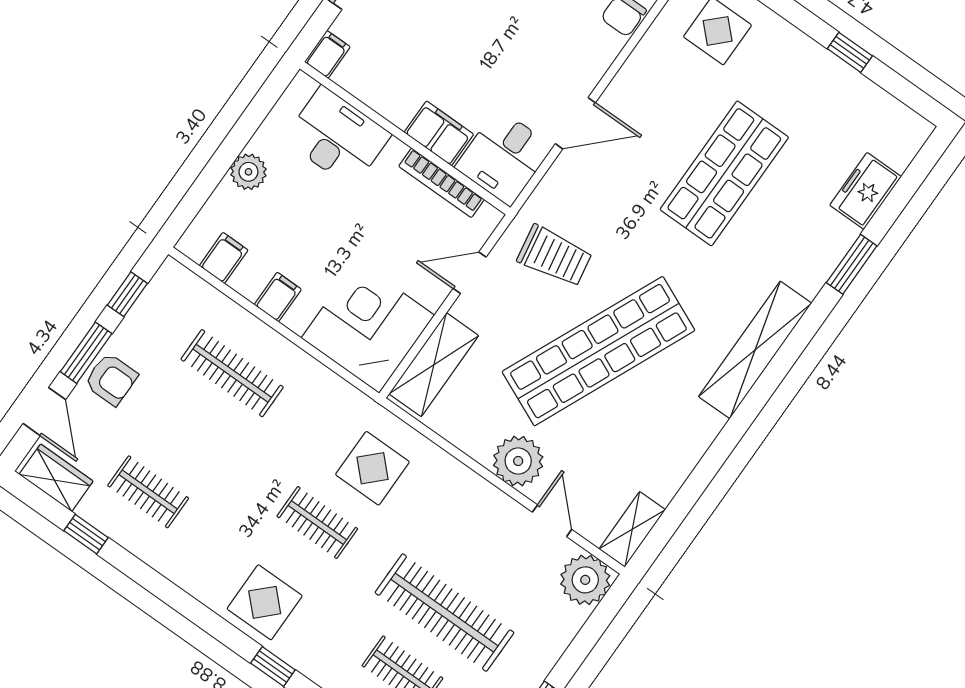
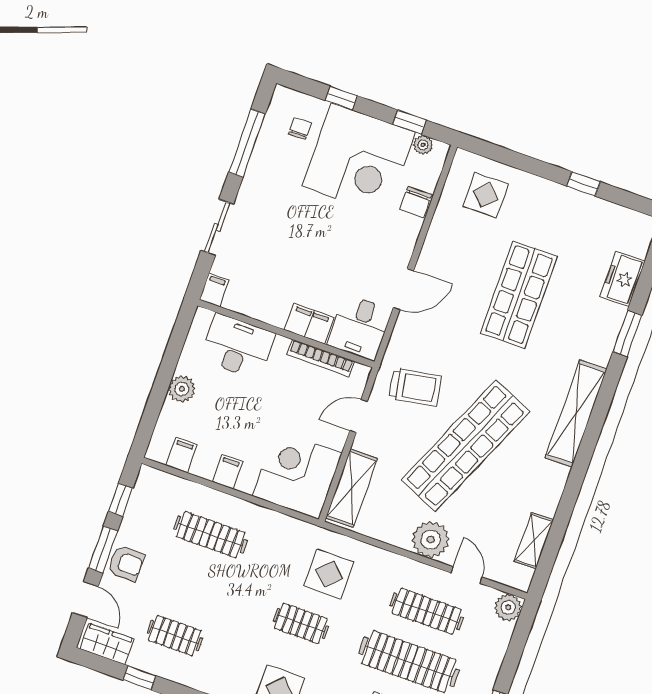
shelving: (632, 529) -> (534, 541), moved
clothes rail: (486, 553) -> (427, 611), added
plant: (585, 580) -> (508, 607), width x0.73, depth x0.73

